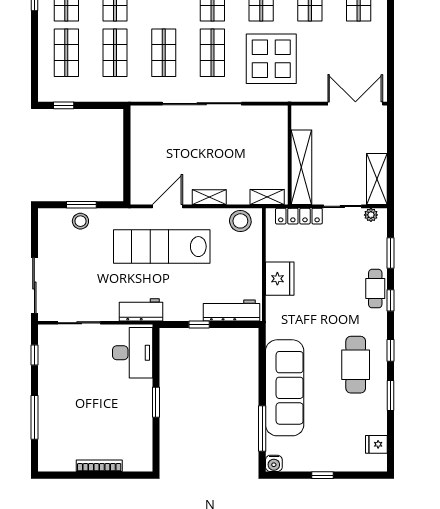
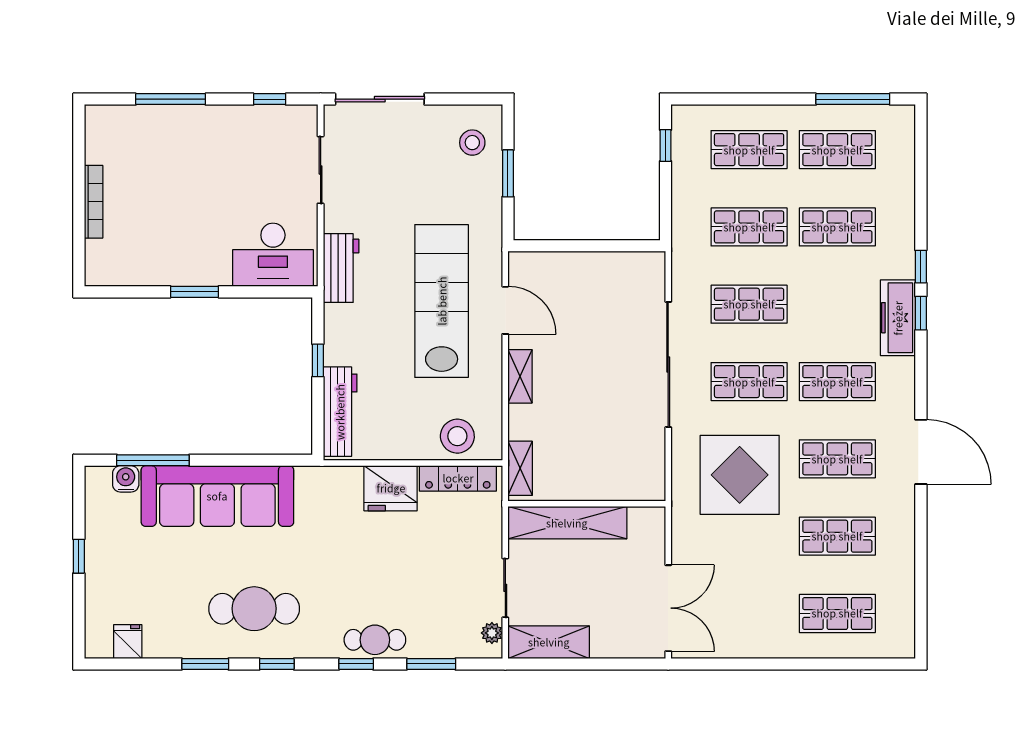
locker: (299, 216) -> (458, 478), moved, turned -90
stool: (80, 221) -> (472, 143), moved
stool: (240, 221) -> (457, 436), moved
water cooler: (274, 463) -> (126, 479), moved, turned 90

